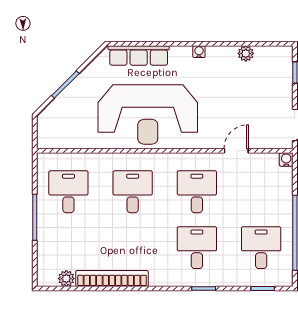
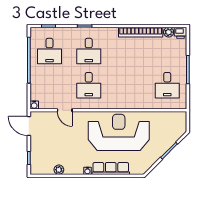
row of seats: (139, 55) -> (111, 168), moved
door: (236, 151) -> (65, 110), hinge flipped
desk: (133, 192) -> (128, 85), removed
printer: (47, 278) -> (181, 33), added

